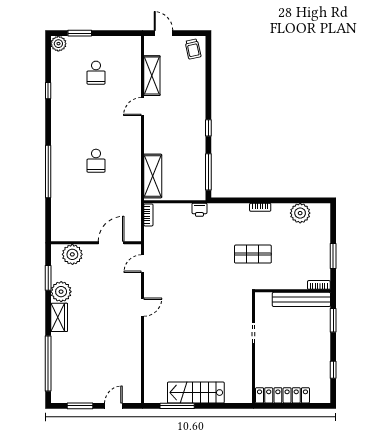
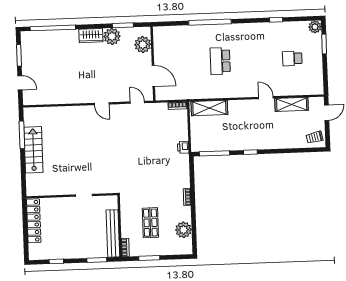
school desk: (96, 161) -> (220, 61), width x1.85
shop shelf: (253, 254) -> (150, 223), moved

